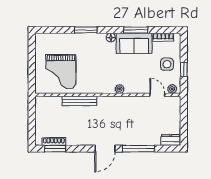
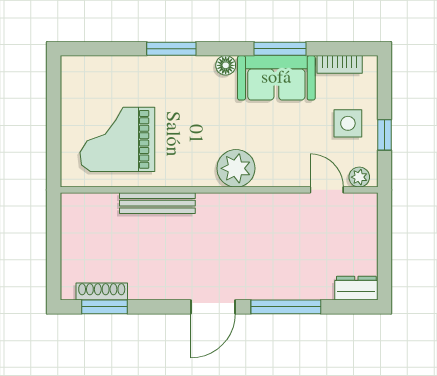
grand piano: (61, 72) -> (117, 139), turned 90
plant: (120, 89) -> (236, 168), width x1.87, depth x1.87

